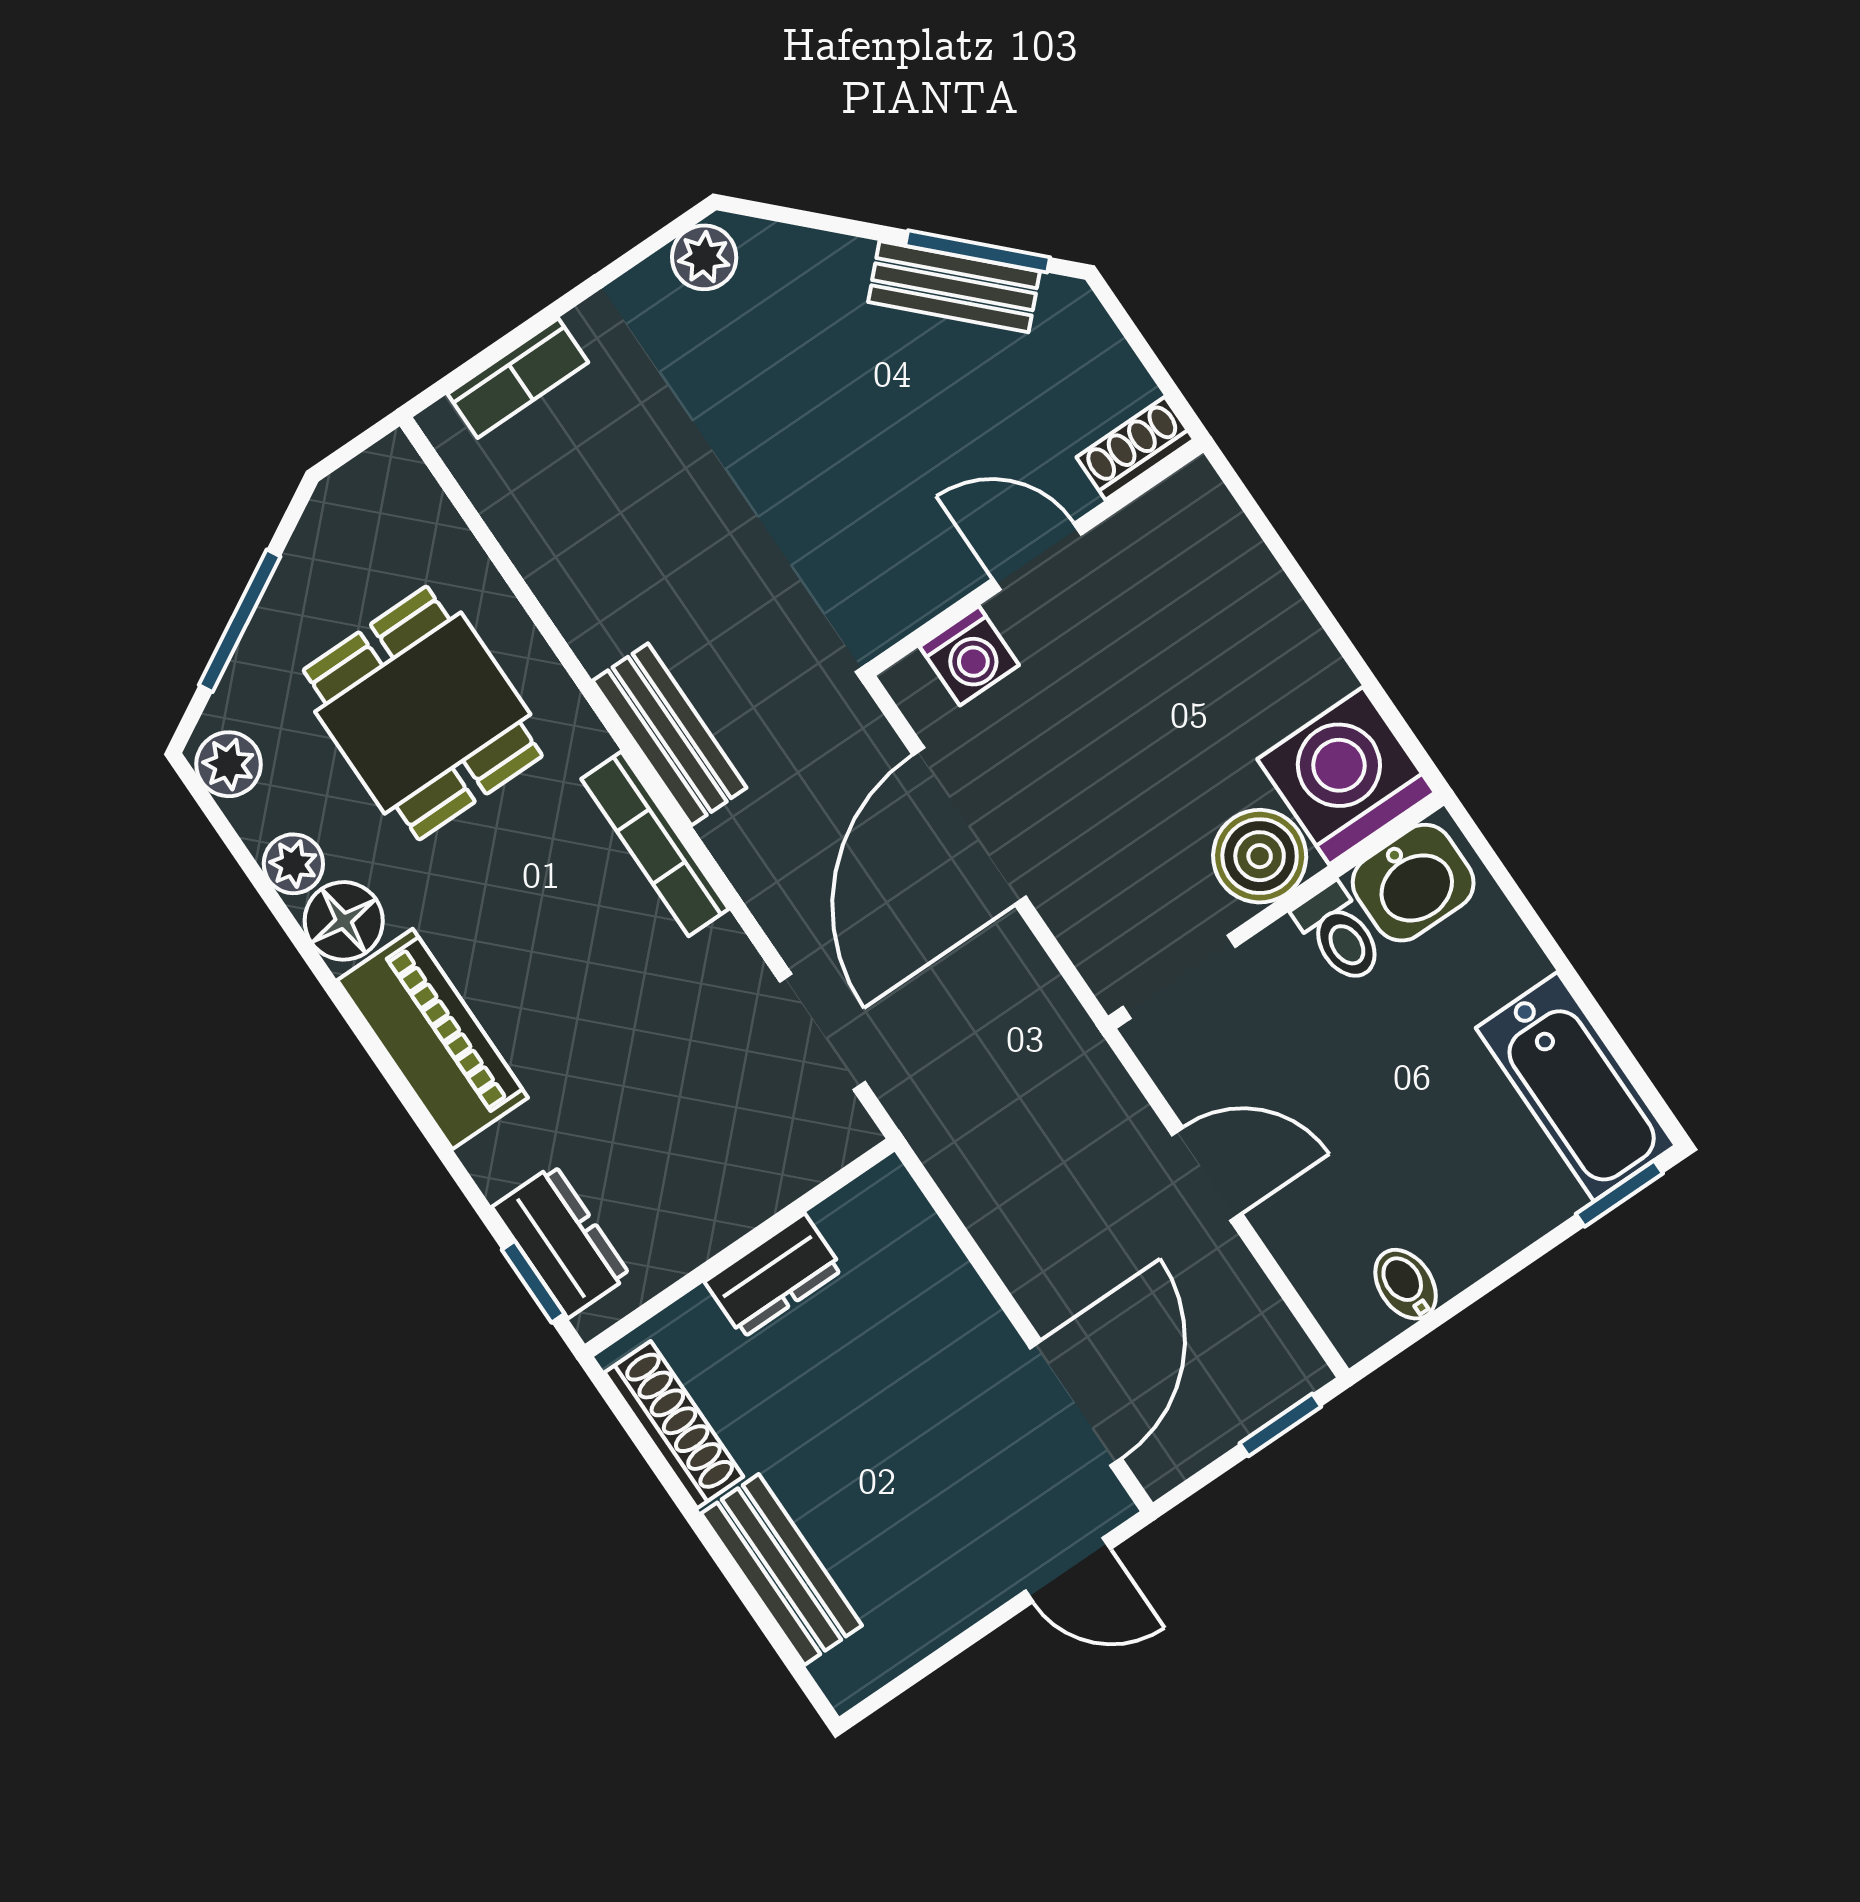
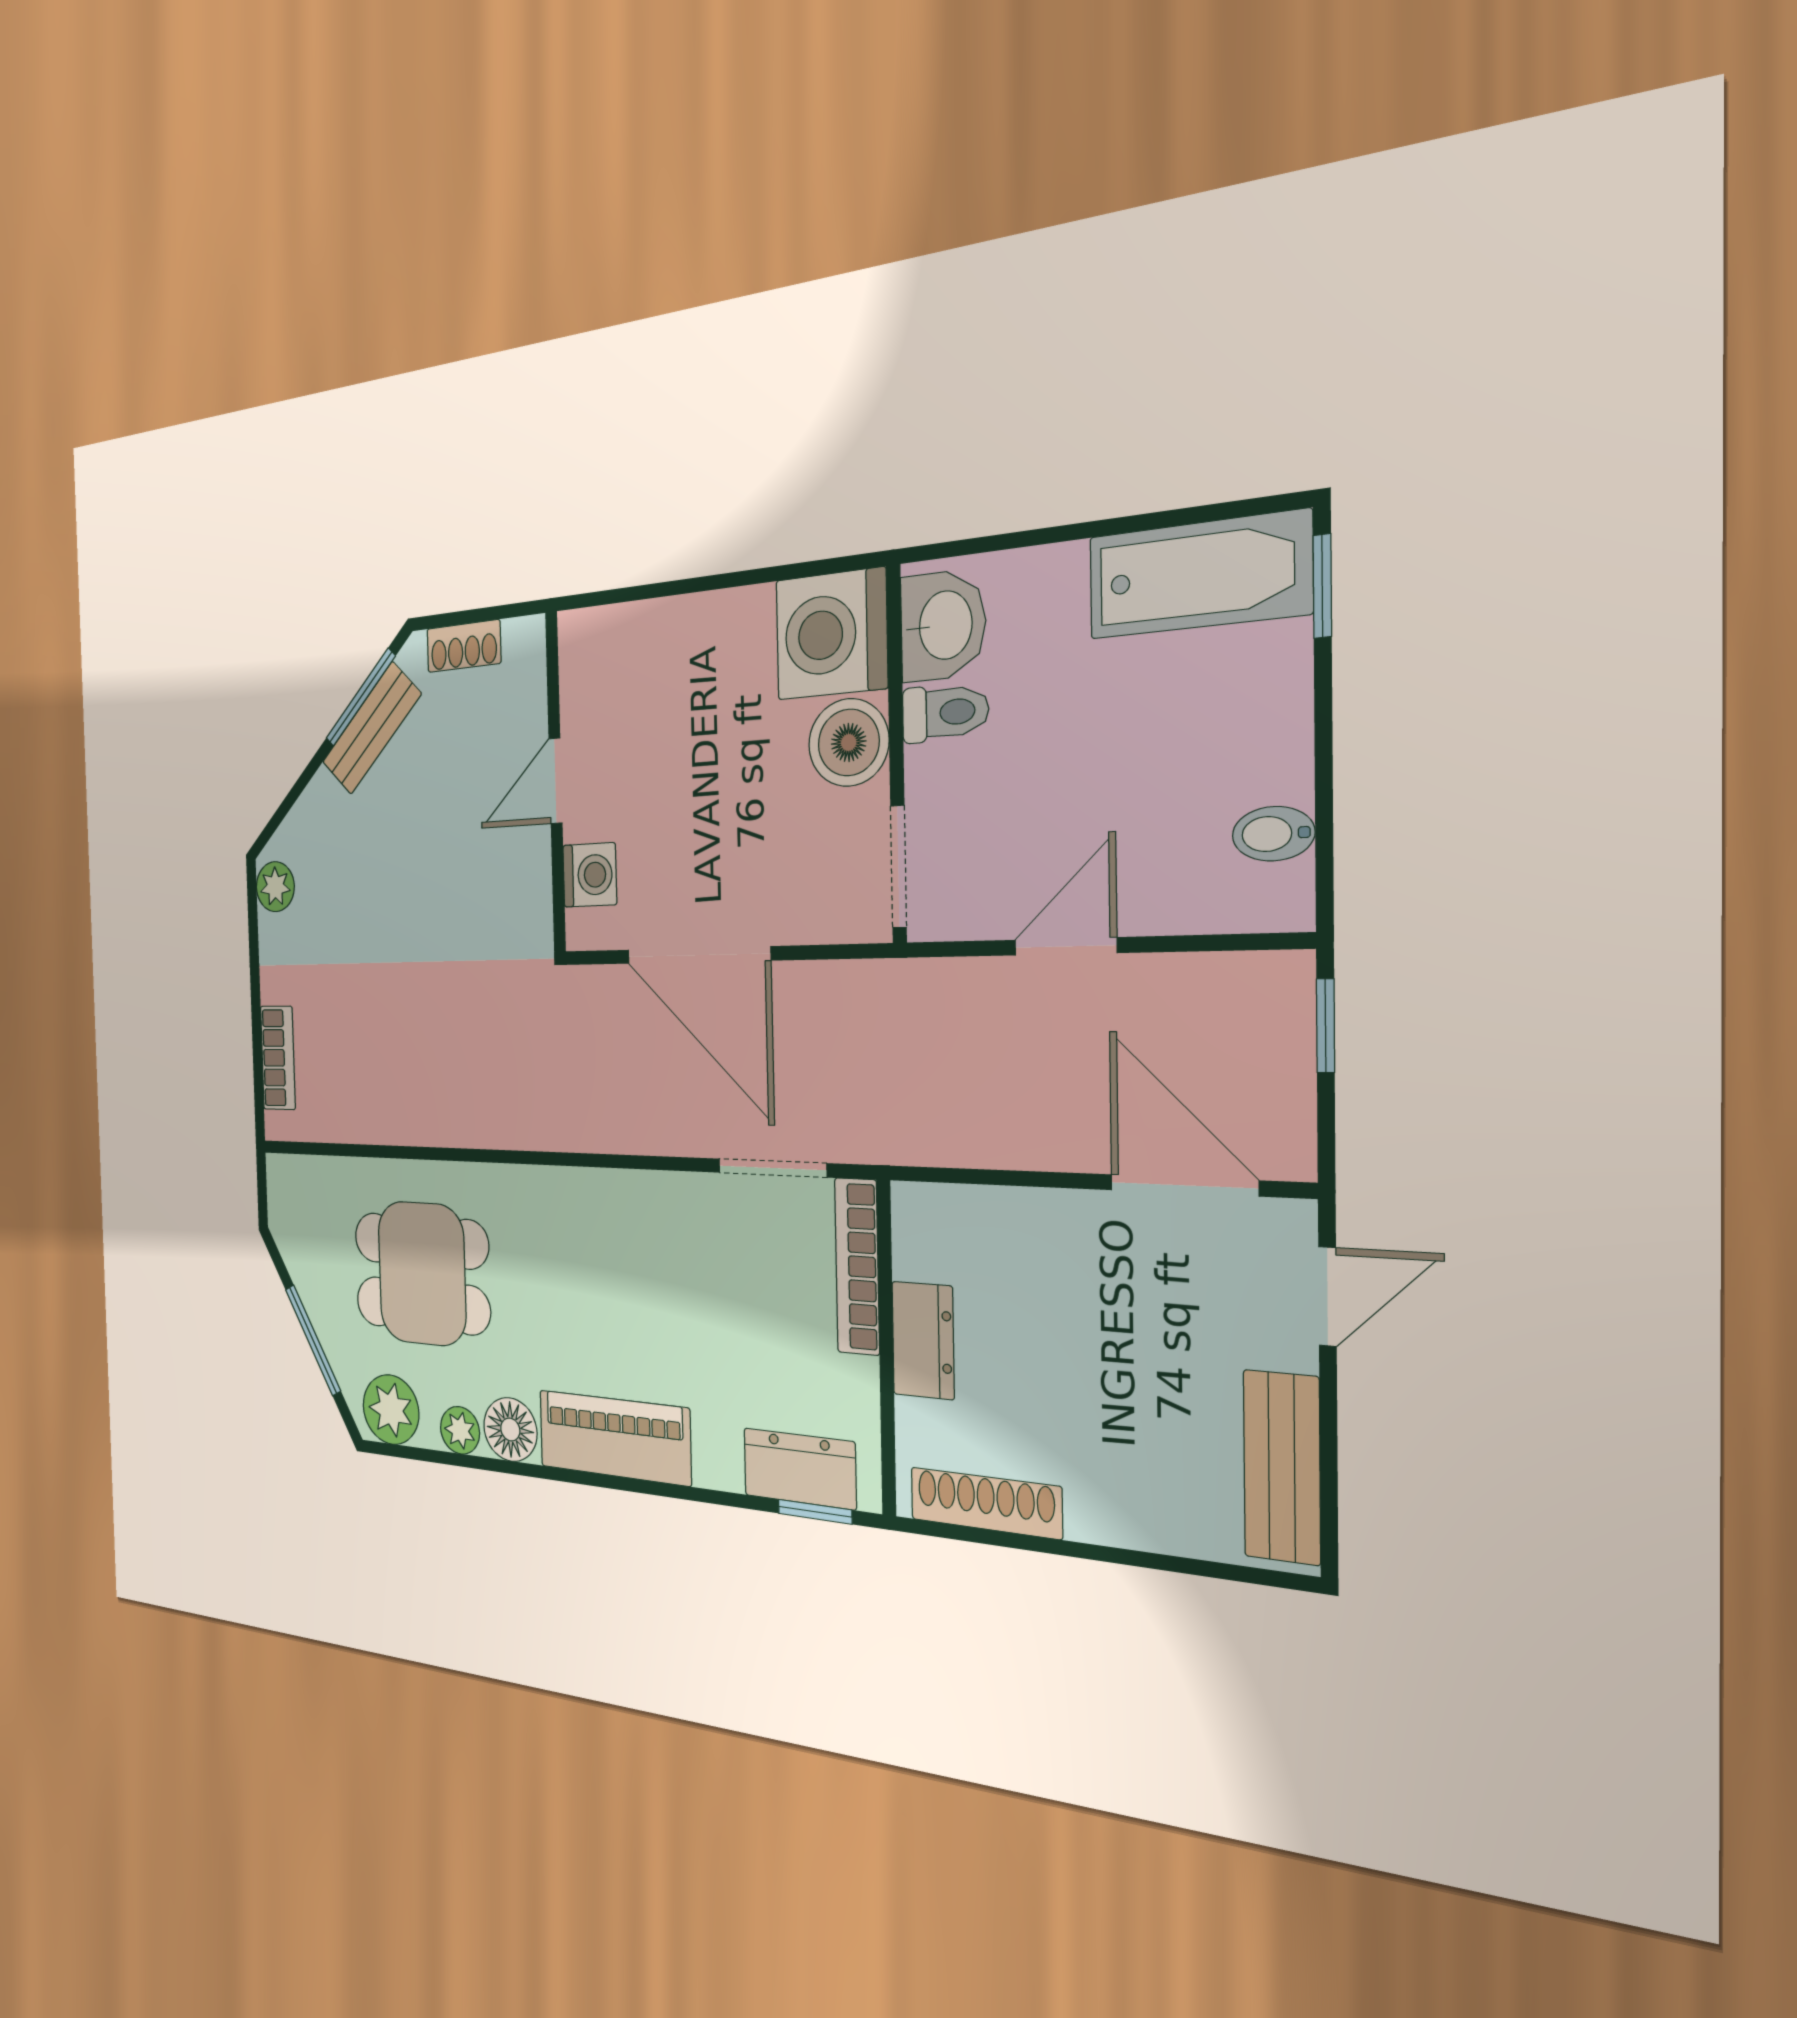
shoe rack: (1135, 448) -> (464, 646), moved, turned -90
bench: (670, 734) -> (522, 1123), removed
plant: (229, 764) -> (391, 1410), width x1.38, depth x1.38
bookcase: (655, 844) -> (857, 1266), moved, turned 90
bench: (782, 1570) -> (1282, 1467), moved, turned 90

